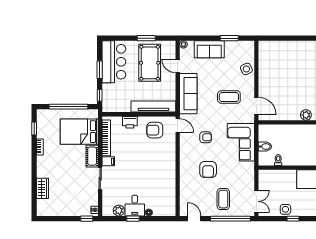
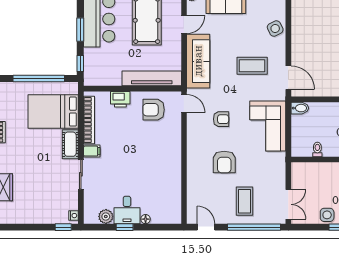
door: (178, 66) -> (184, 25), swing flipped
bidet: (265, 147) -> (300, 108), moved

